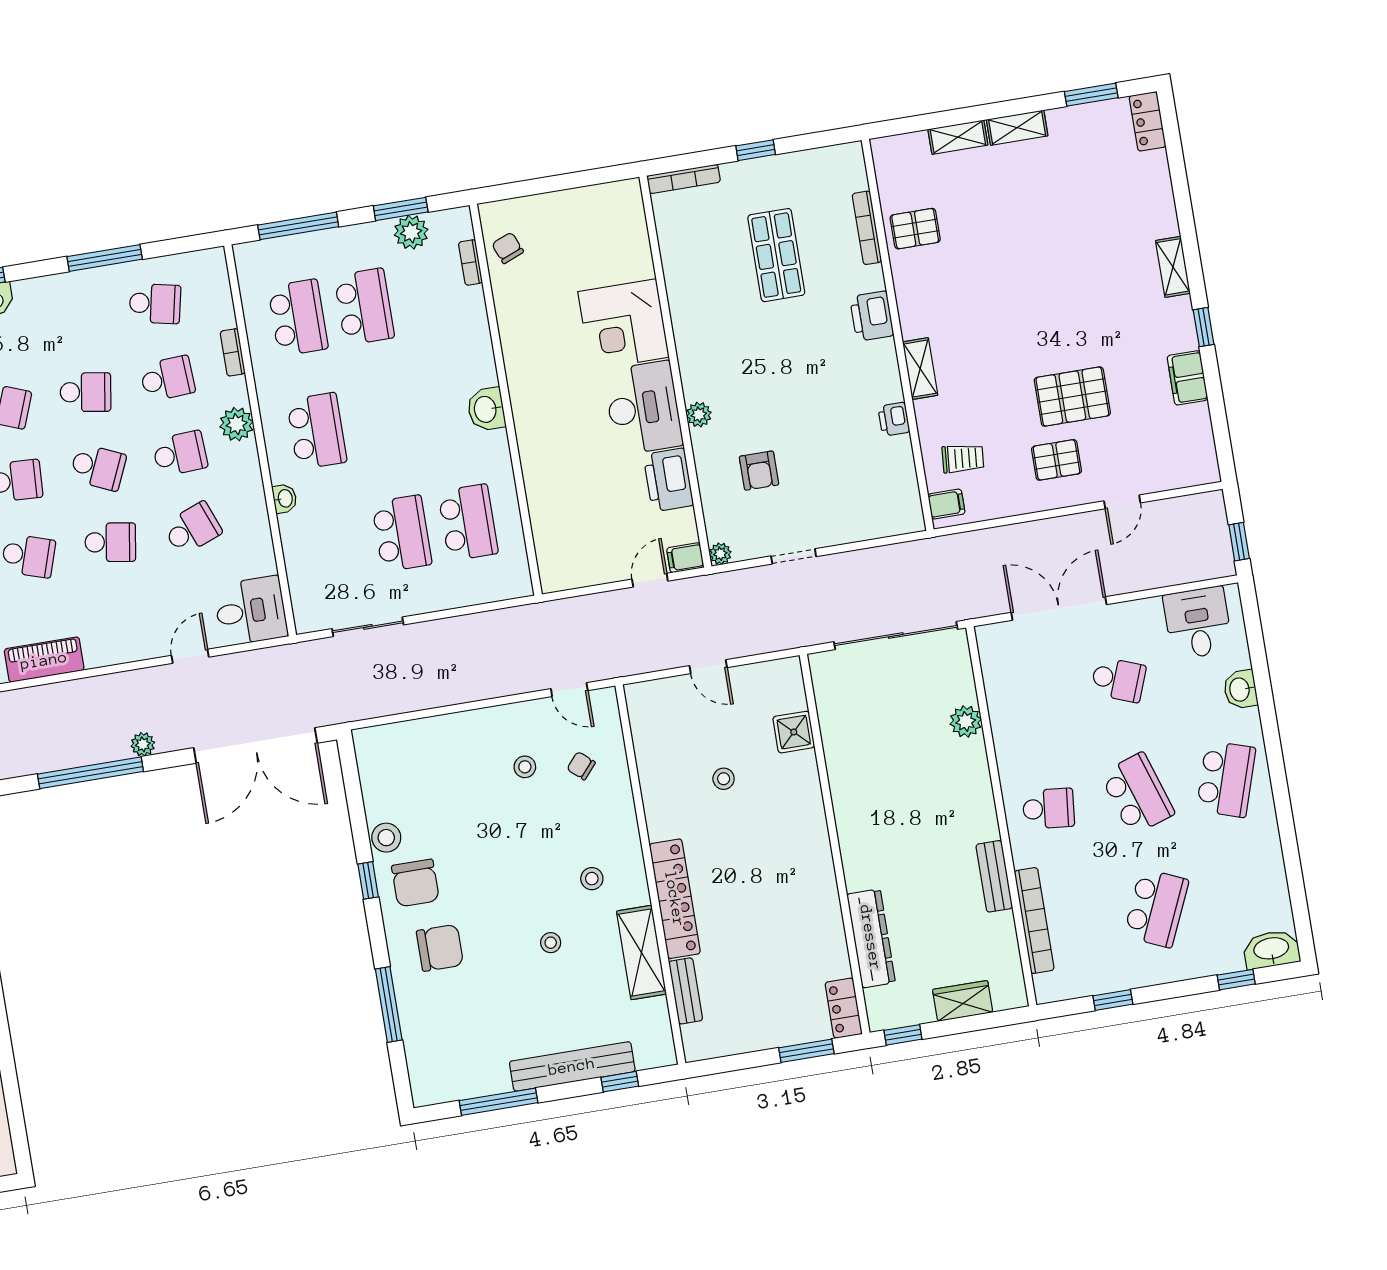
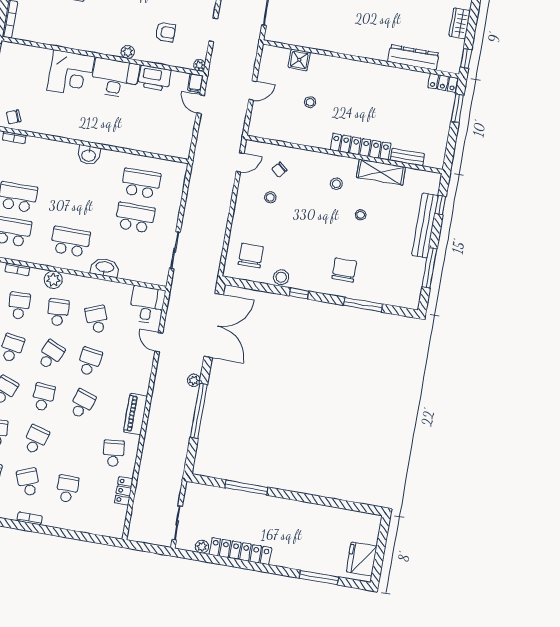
washbasin: (285, 498) -> (105, 267), width x1.91, depth x1.45
chair: (415, 883) -> (251, 256), moved, turned -90

